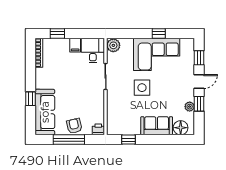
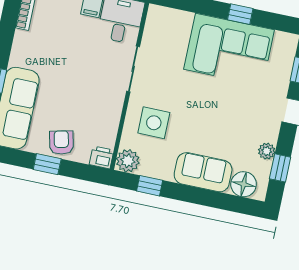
plant: (113, 45) -> (128, 161), moved
side table: (142, 88) -> (154, 123), moved
window: (199, 104) -> (280, 168), moved
window: (69, 140) -> (47, 164), width x0.46

